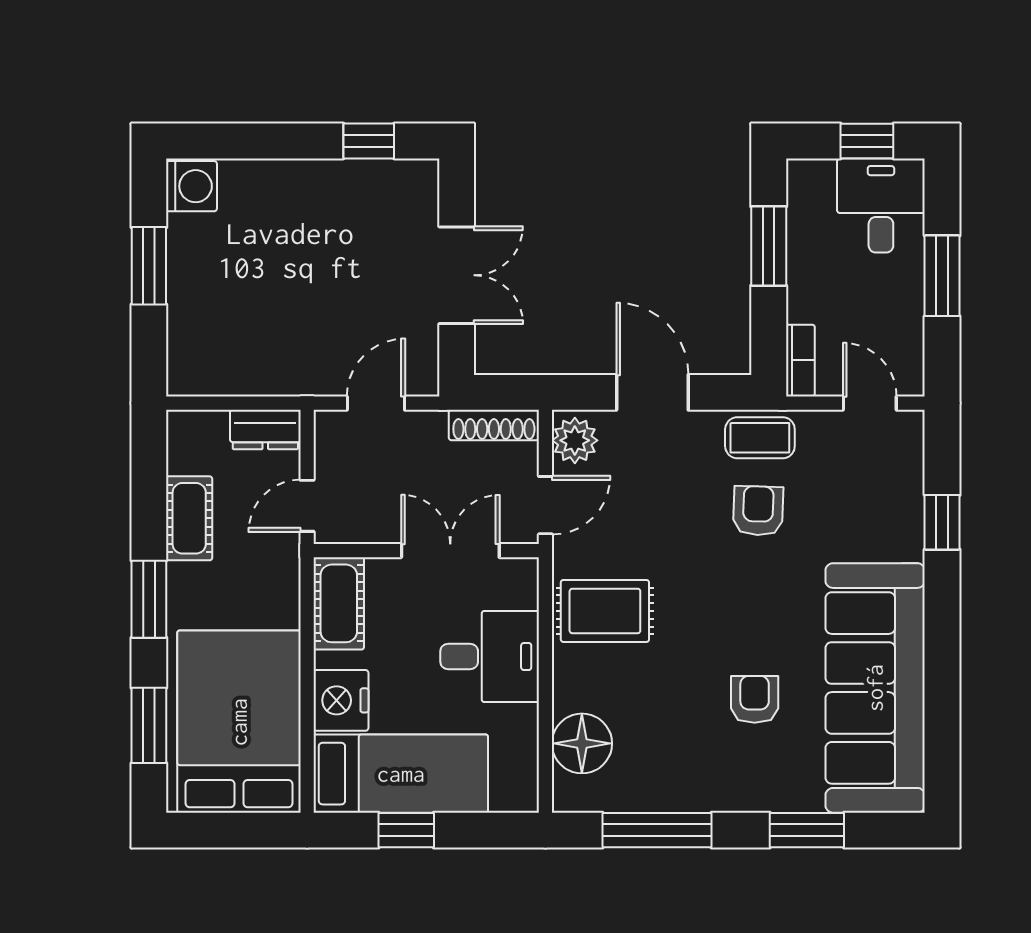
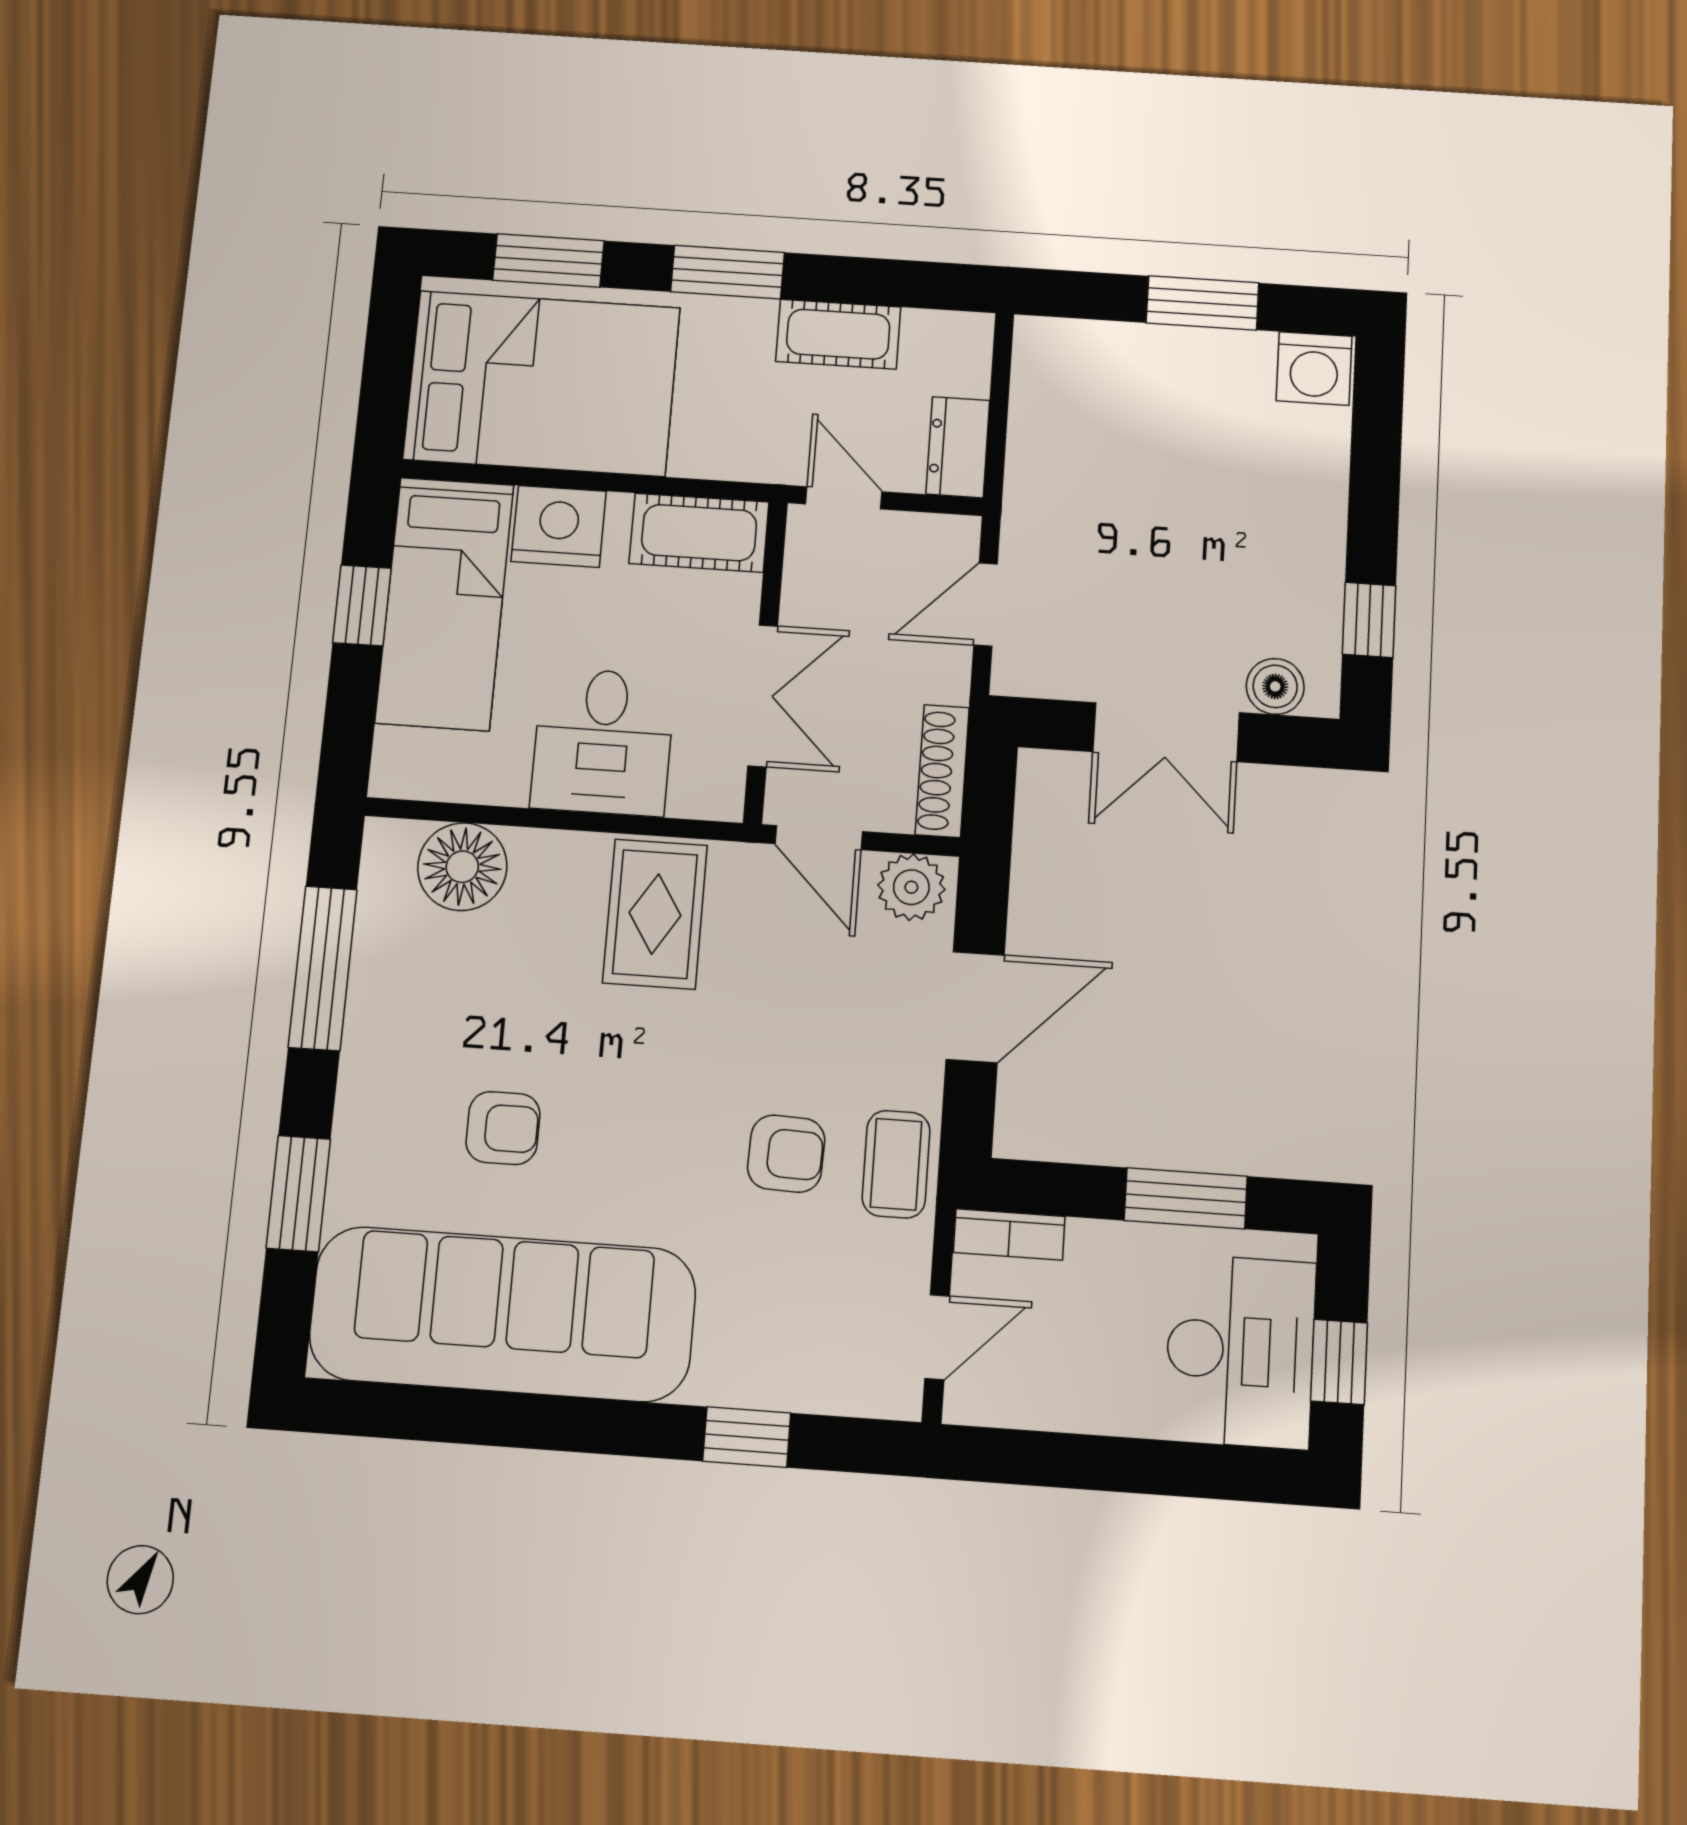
boiler: (420, 203) -> (1275, 686), added
desk: (881, 206) -> (1240, 1351), width x1.37
window: (942, 276) -> (1126, 1465), removed
door: (376, 403) -> (986, 604), swing flipped

